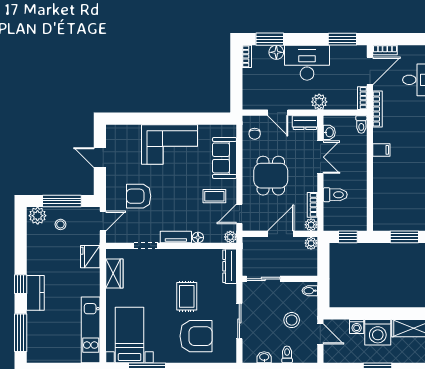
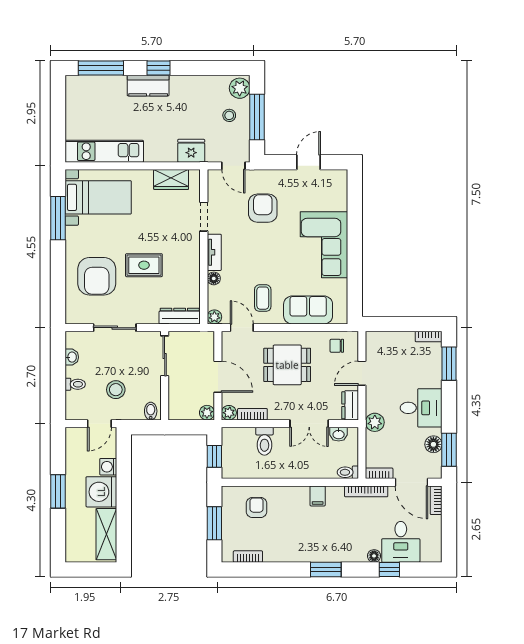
floor lamp: (276, 52) -> (433, 444), moved
desk: (307, 63) -> (421, 408), width x0.73
armchair: (391, 201) -> (257, 507), added

